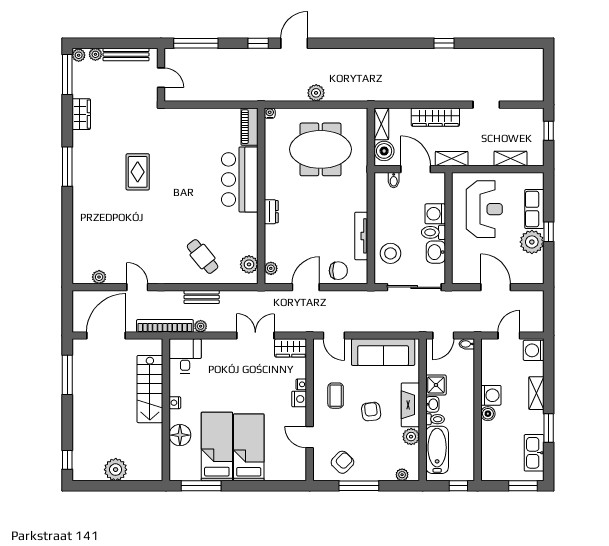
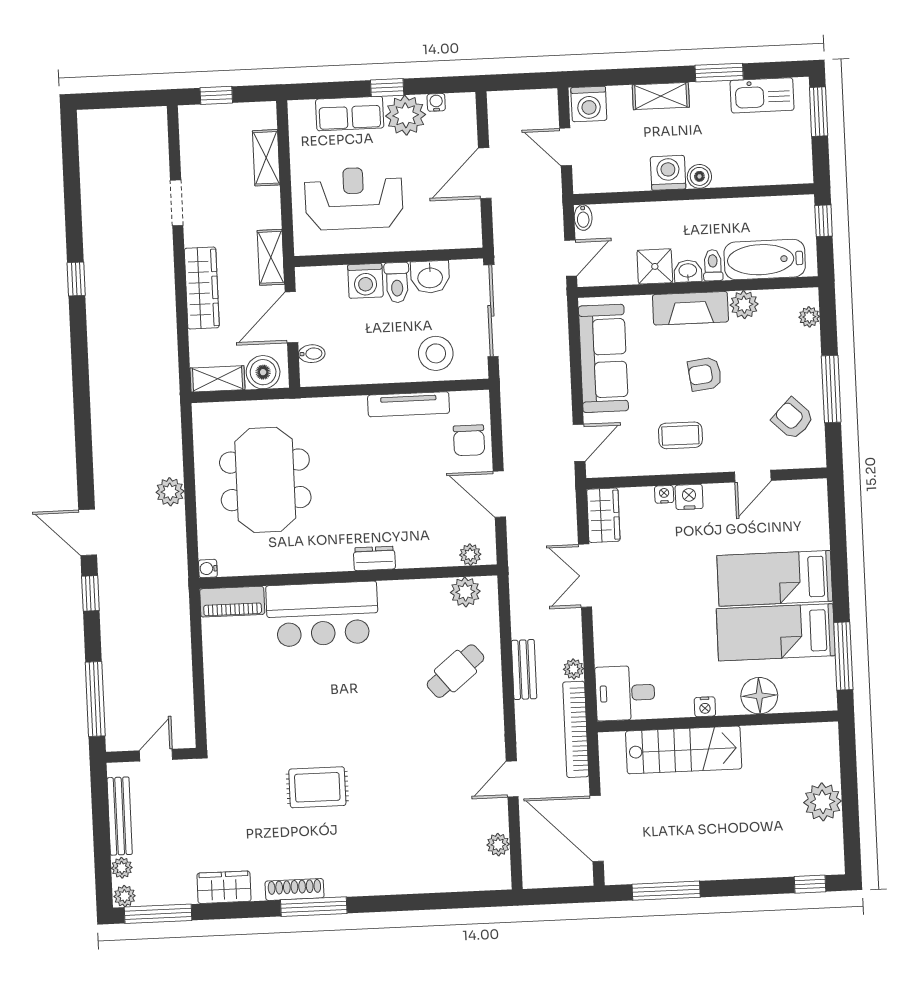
shoe rack: (78, 156) -> (295, 889), added
water cooler: (539, 260) -> (436, 102), added
chair: (338, 271) -> (469, 440), turned 180
door: (443, 336) -> (571, 258), hinge flipped

